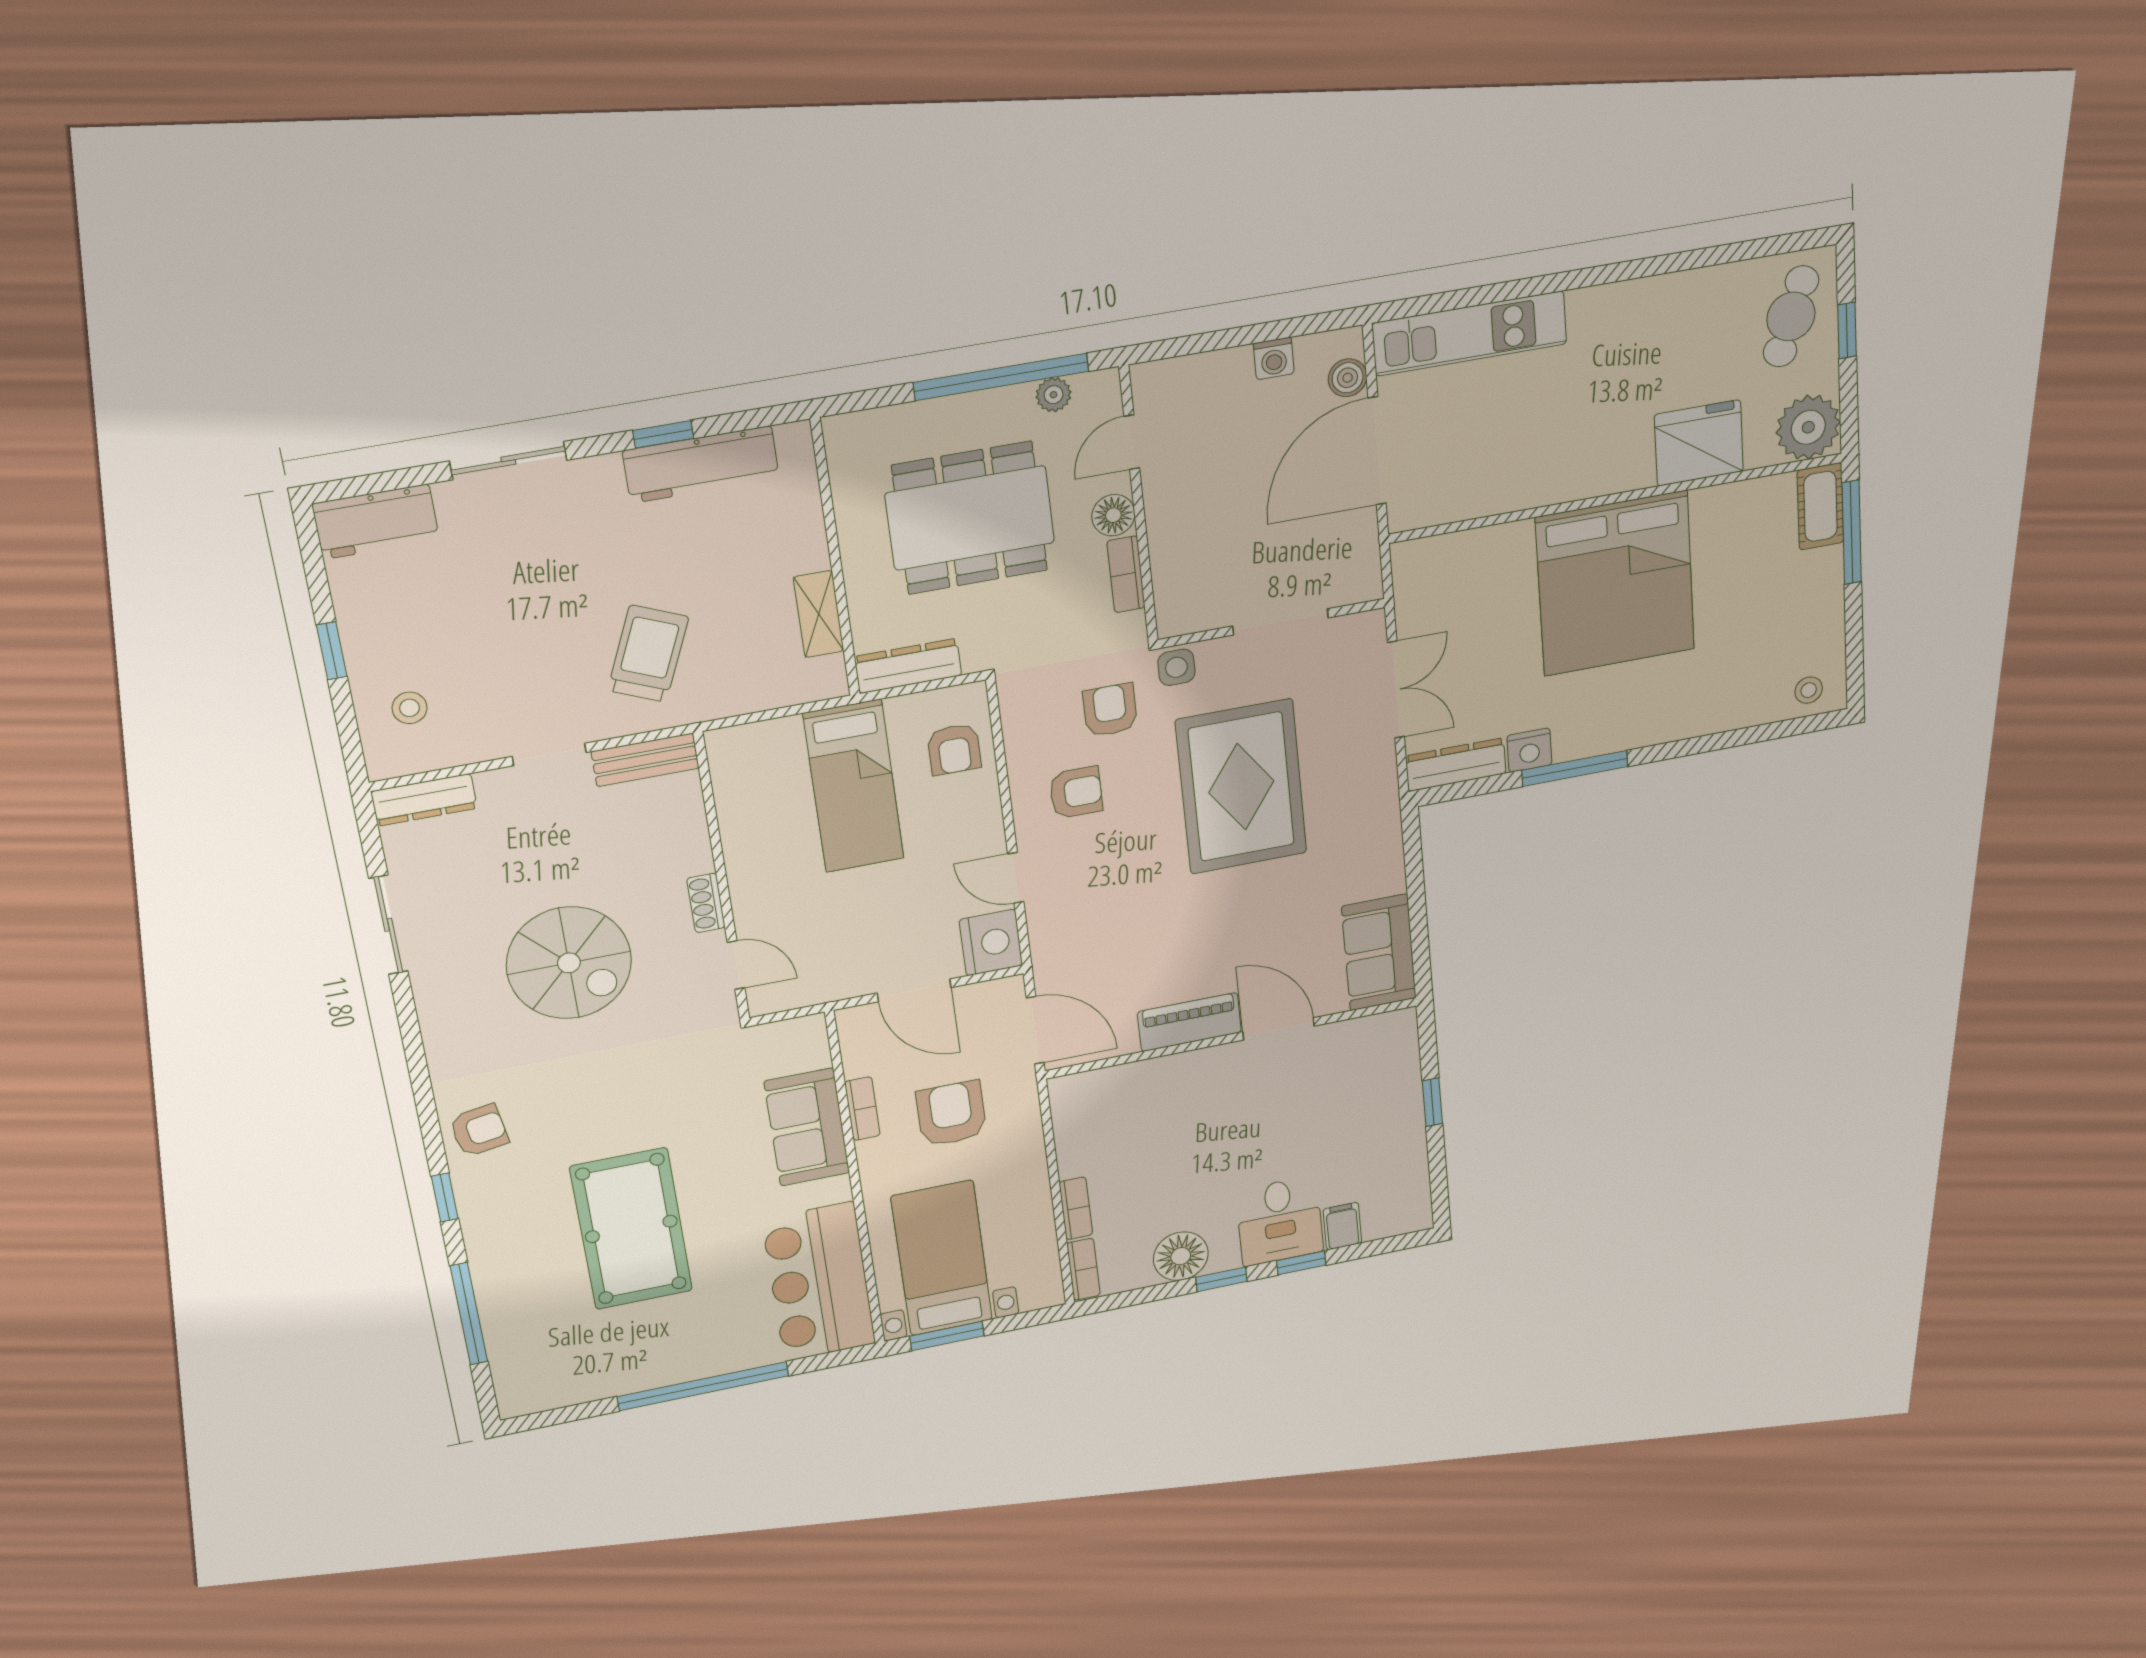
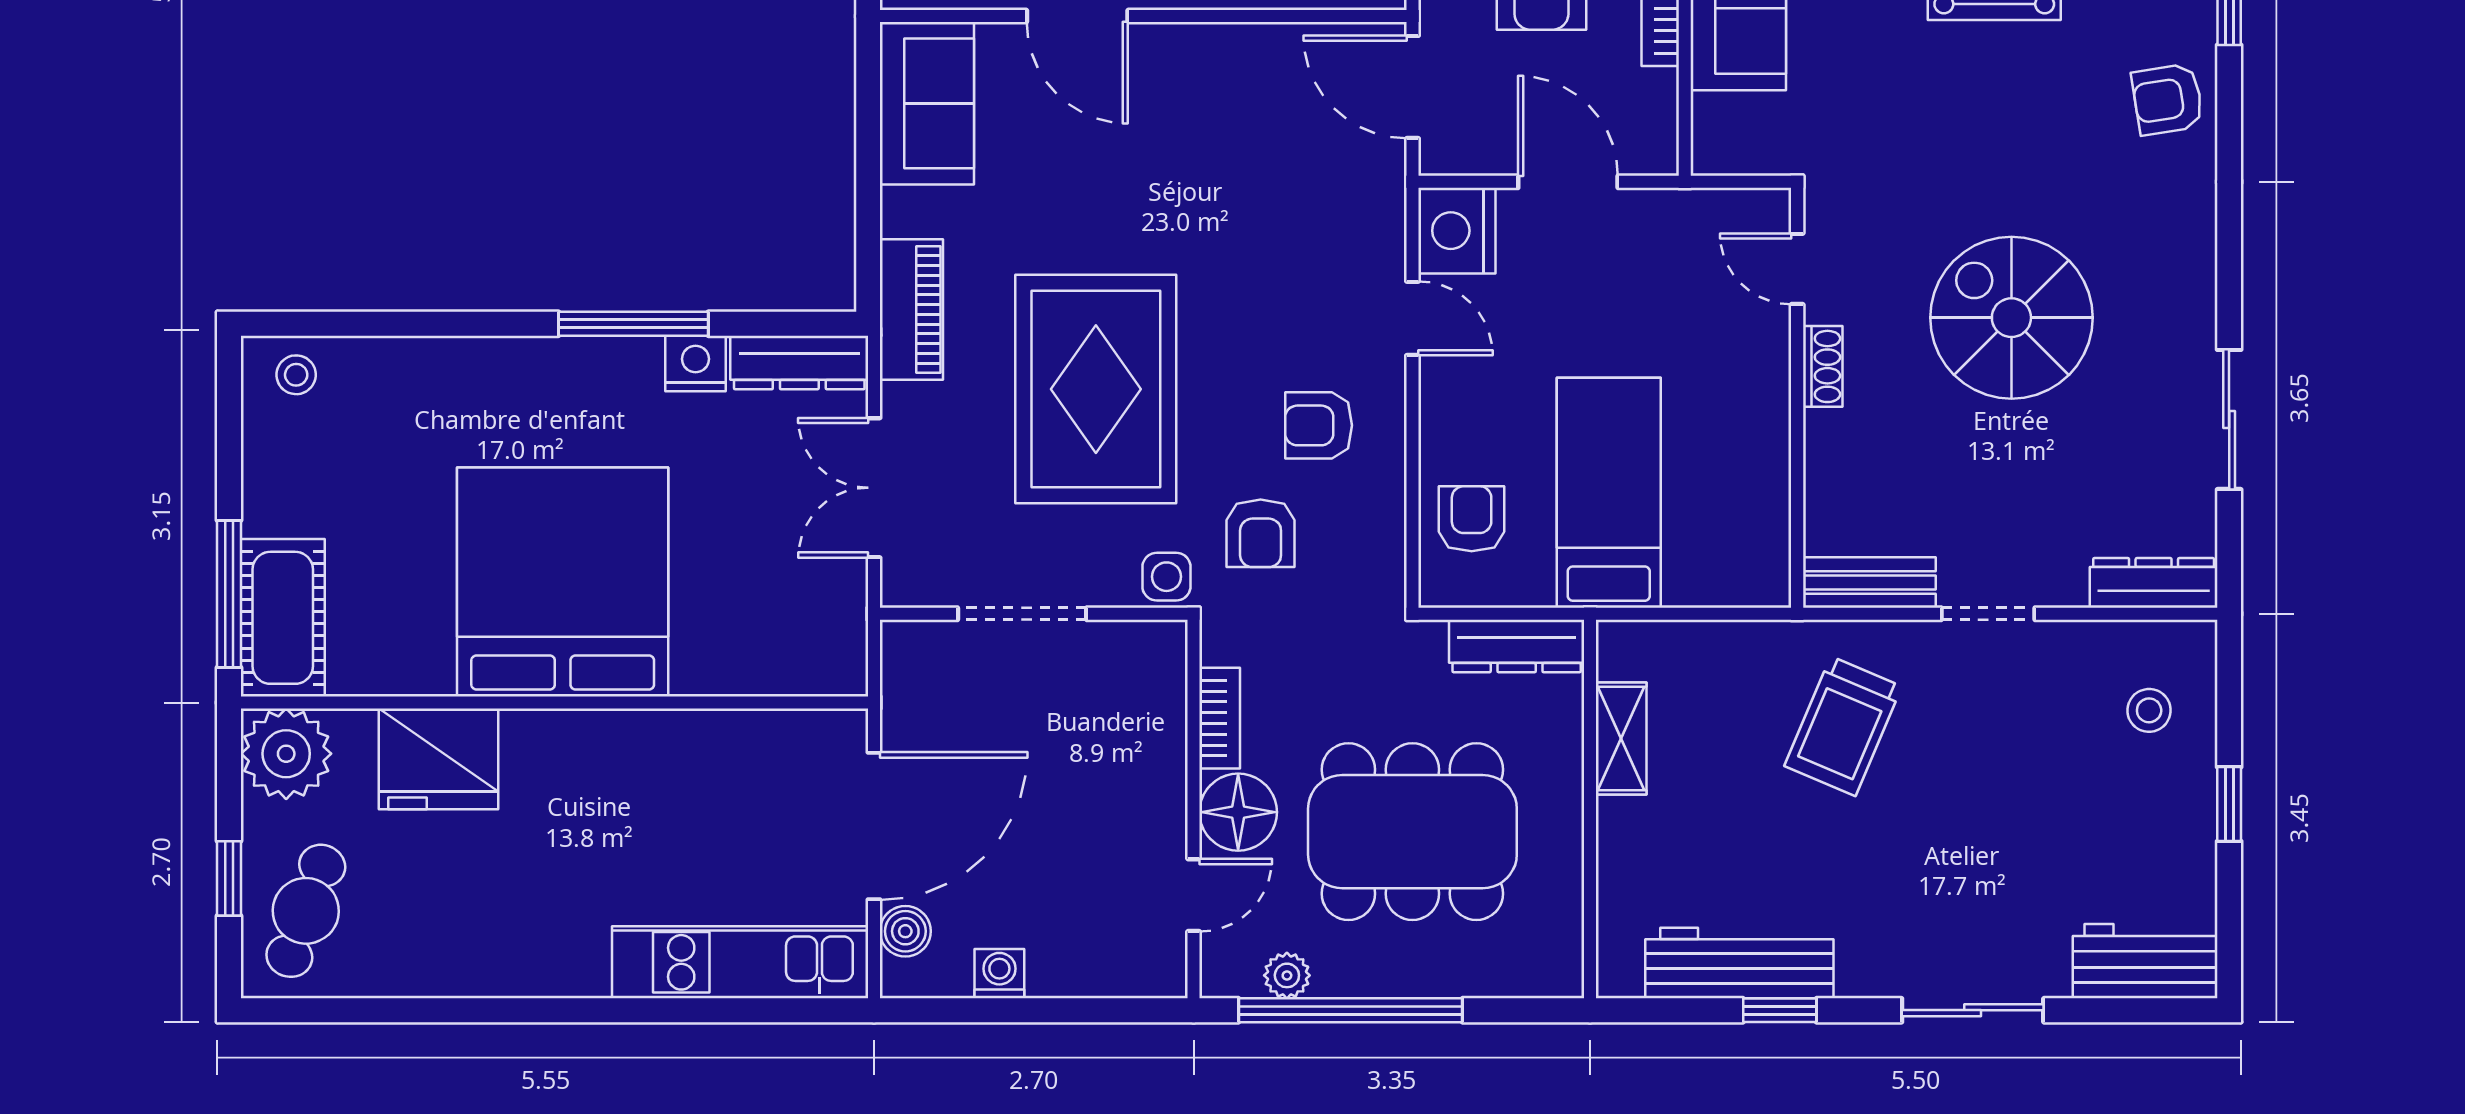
cot: (1820, 506) -> (283, 618), width x1.37, depth x1.34
floor lamp: (1113, 515) -> (1238, 812), width x1.38, depth x1.38
piano: (1189, 1022) -> (911, 309), moved, turned -90

